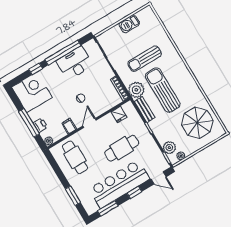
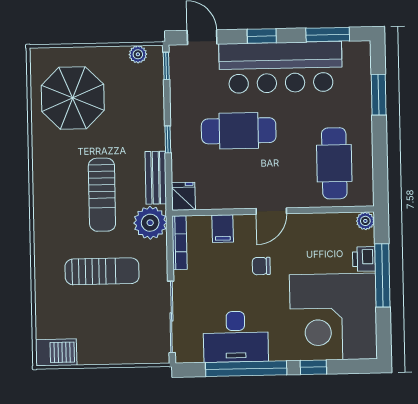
barbecue: (129, 24) -> (56, 352), moved
sun lounger: (163, 90) -> (102, 195), width x0.73, depth x0.75
corner desk: (32, 92) -> (333, 317), width x1.36, depth x1.36
fridge: (119, 114) -> (183, 196), moved
filing cabinet: (69, 126) -> (223, 229), moved
plant: (169, 148) -> (150, 82), removed

